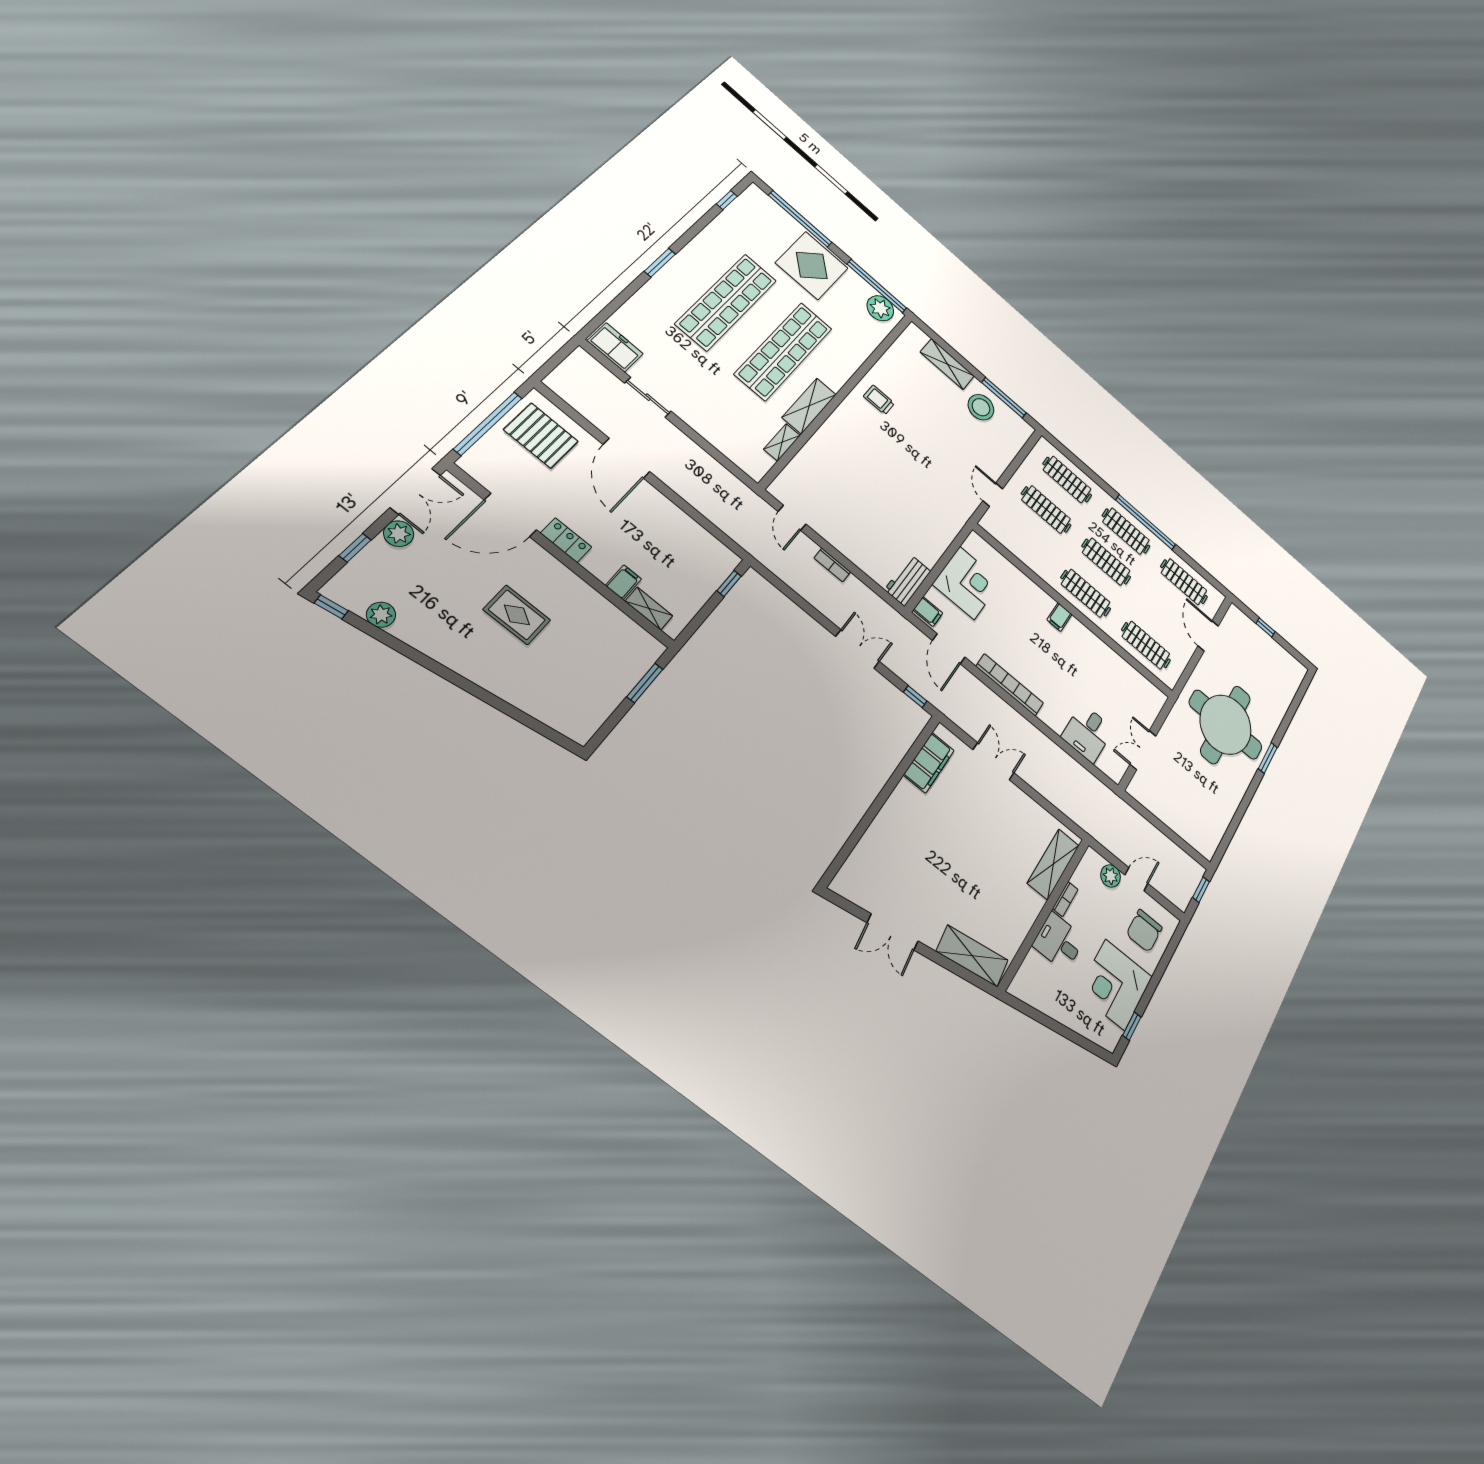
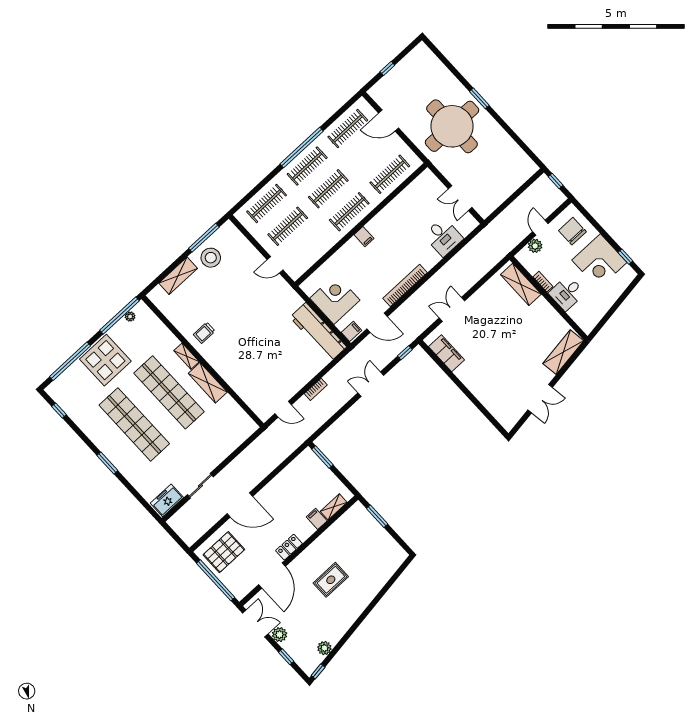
plant: (880, 308) -> (130, 317), width x0.53, depth x0.53
shelving: (782, 442) -> (186, 356), moved
workbench: (908, 580) -> (318, 332), width x1.88, depth x1.32
window: (729, 583) -> (322, 457), width x1.50
chair: (1144, 931) -> (572, 231), turned 180

